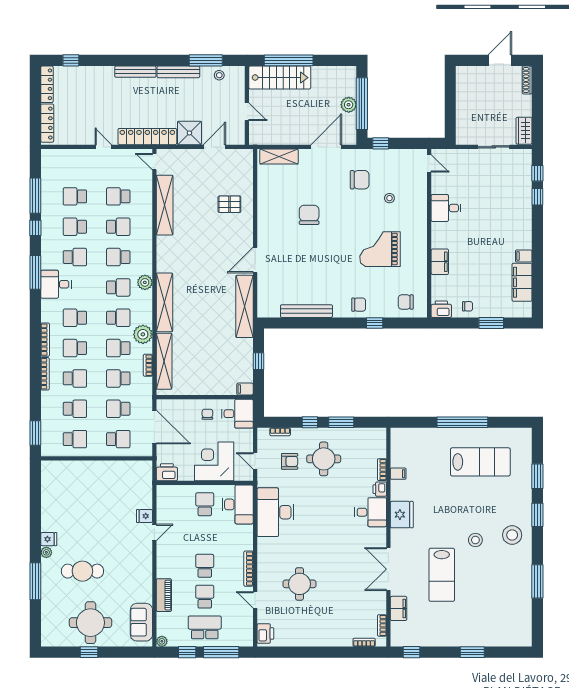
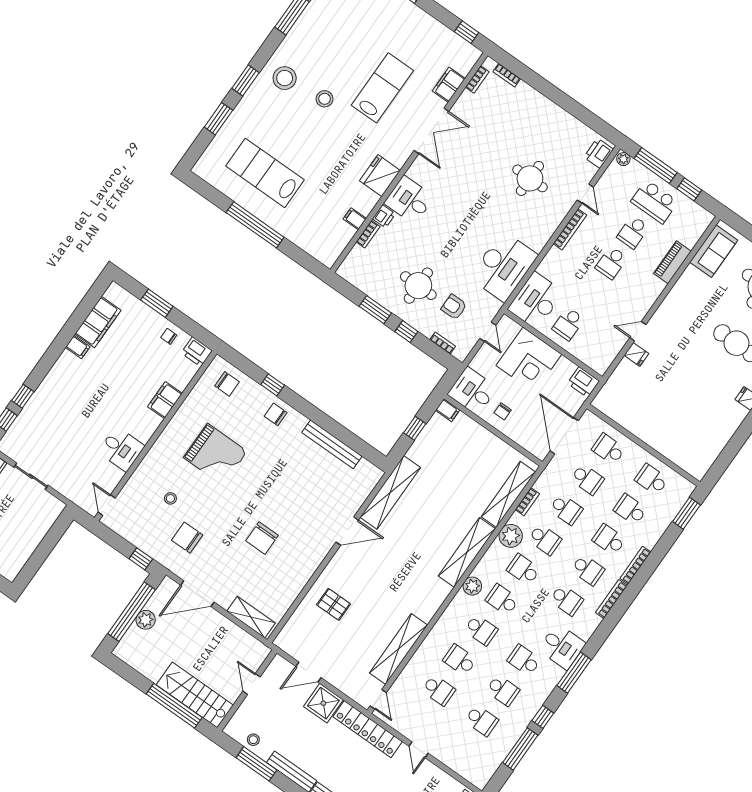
plant: (162, 641) -> (623, 159), moved

